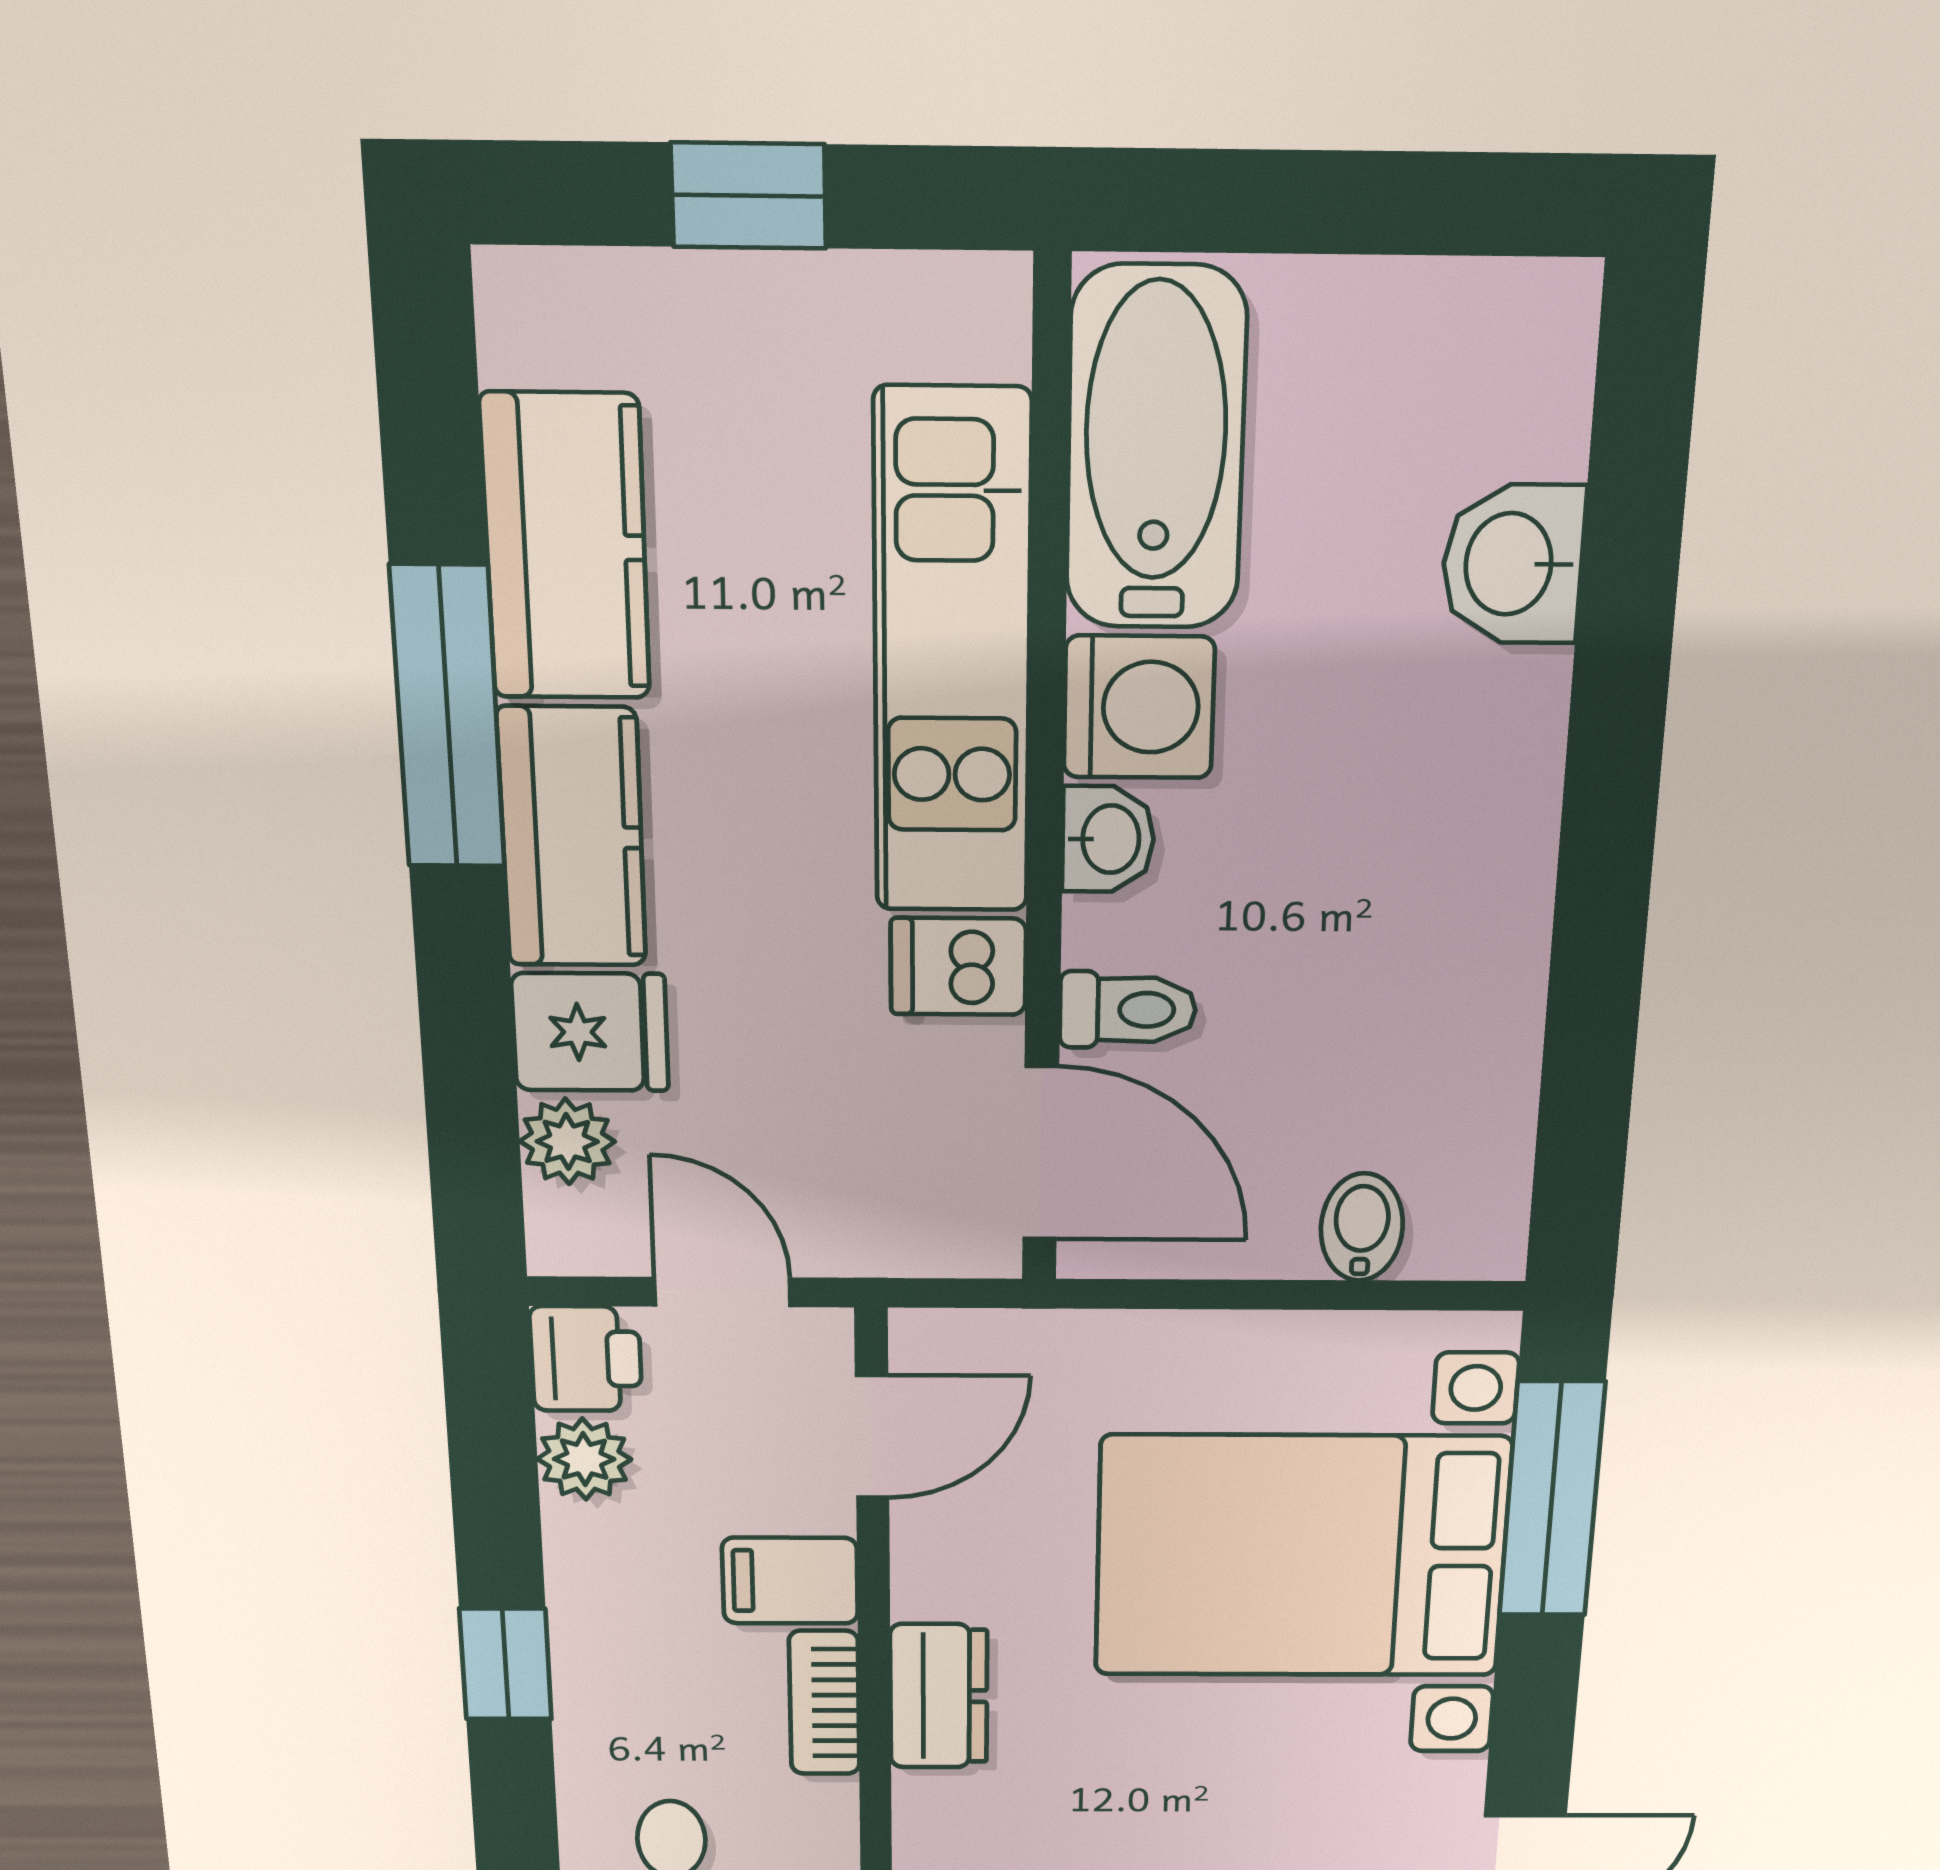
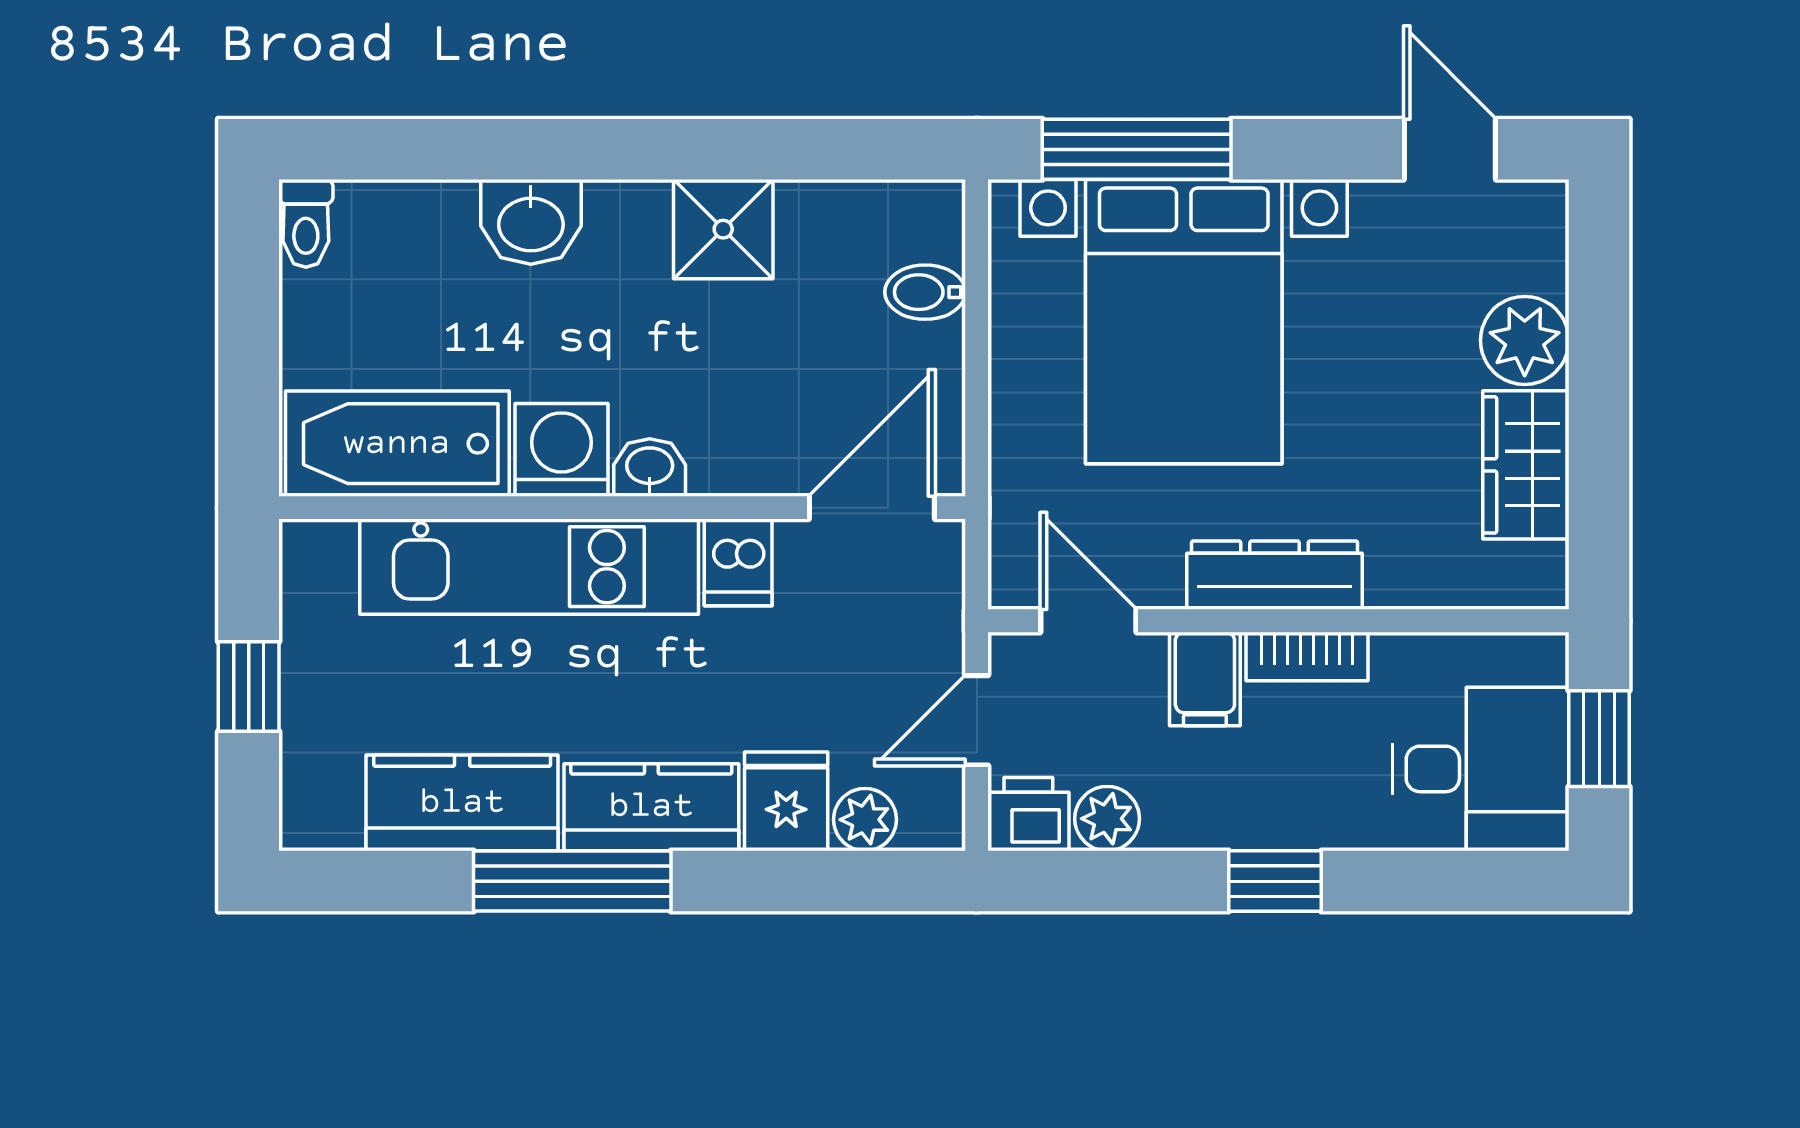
washbasin: (1513, 564) -> (531, 222), moved
shower: (1475, 949) -> (723, 229), added
toilet: (1128, 1010) -> (306, 223), moved, turned 180
dresser: (939, 1696) -> (1275, 575), width x1.44

